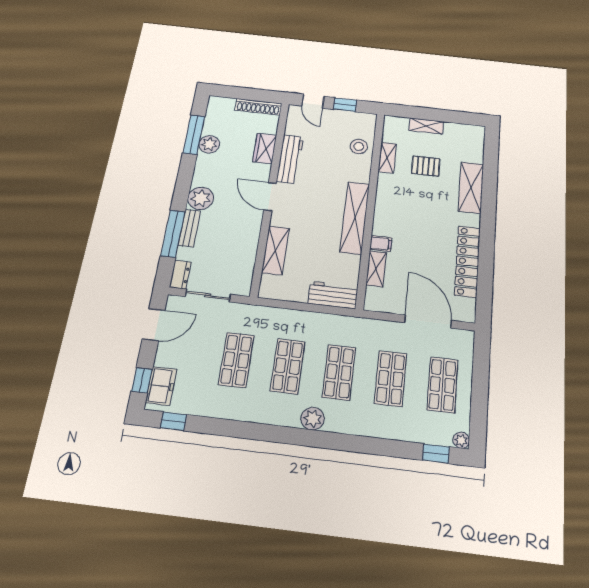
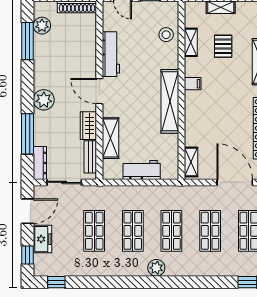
plant: (209, 144) -> (42, 26), moved
wardrobe: (265, 148) -> (88, 126), moved
pallet: (426, 166) -> (223, 46), turned 90
bench: (189, 228) -> (90, 157), moved
filing cabinet: (381, 244) -> (193, 84), moved
shelving: (376, 269) -> (191, 162), moved
dresser: (180, 275) -> (40, 163), width x1.44
workbench: (333, 295) -> (142, 170), moved
freezer: (161, 386) -> (42, 239), moved

